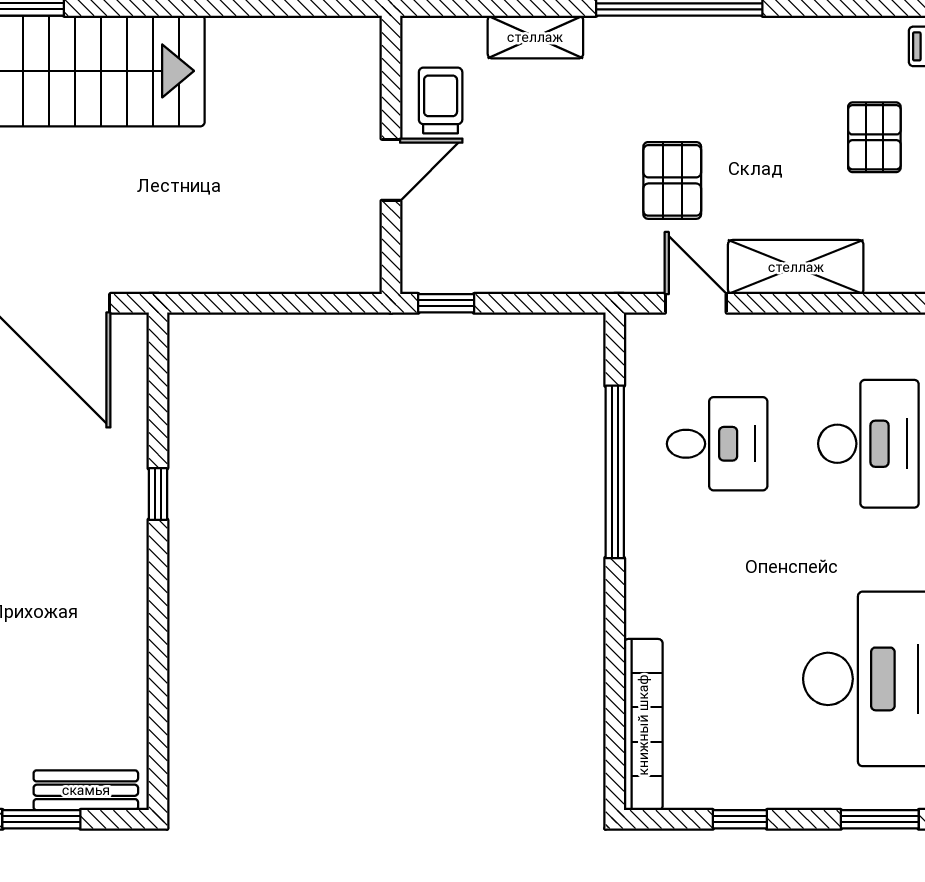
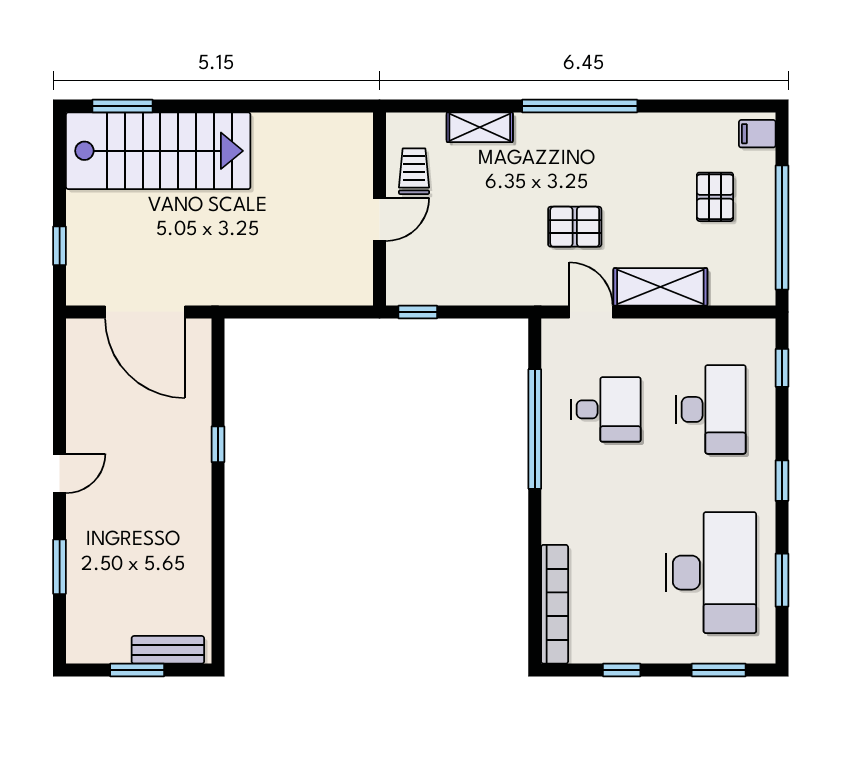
pallet: (672, 180) -> (575, 227), turned 90

